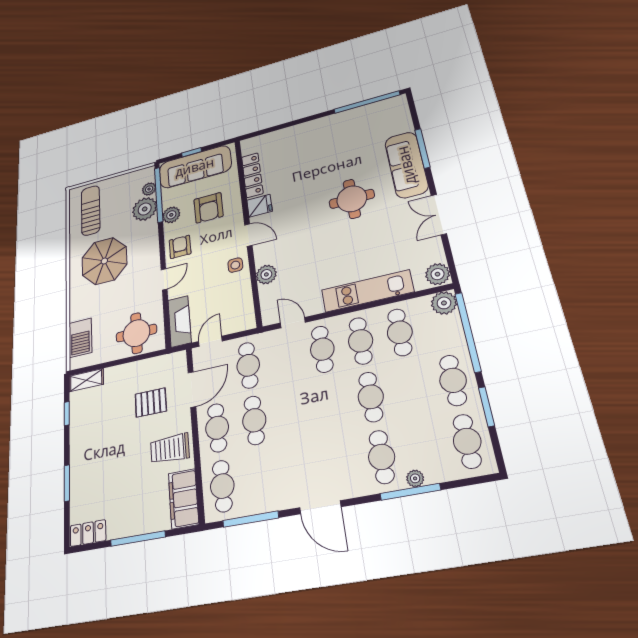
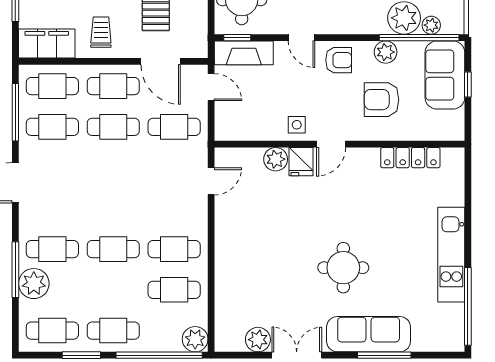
sofa: (195, 167) -> (445, 75), width x0.73
fridge: (260, 206) -> (301, 162), moved
plant: (438, 274) -> (258, 340), moved
kitchen unit: (367, 291) -> (451, 255), moved, turned 180
window: (167, 329) -> (237, 38), added
cafe table: (322, 349) -> (52, 127), moved
trolley: (170, 449) -> (101, 32), width x0.73, depth x0.72
plant: (415, 478) -> (34, 284), width x1.88, depth x1.88

